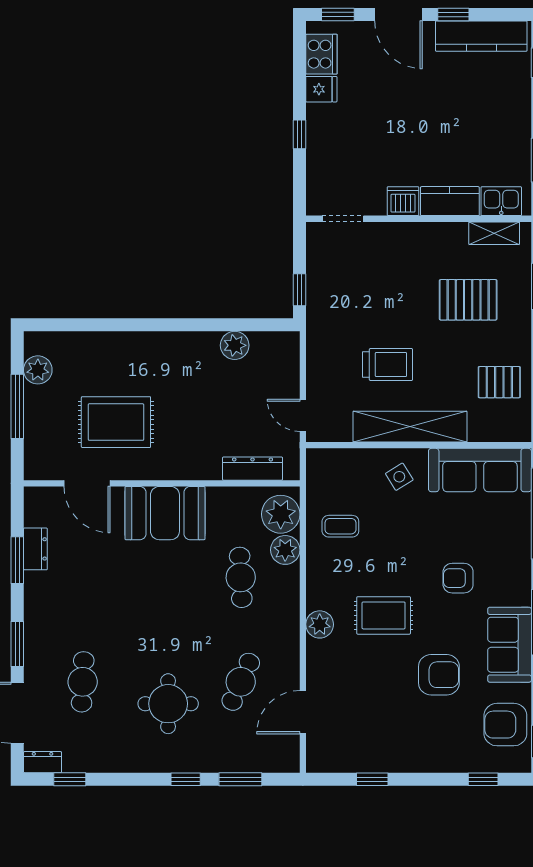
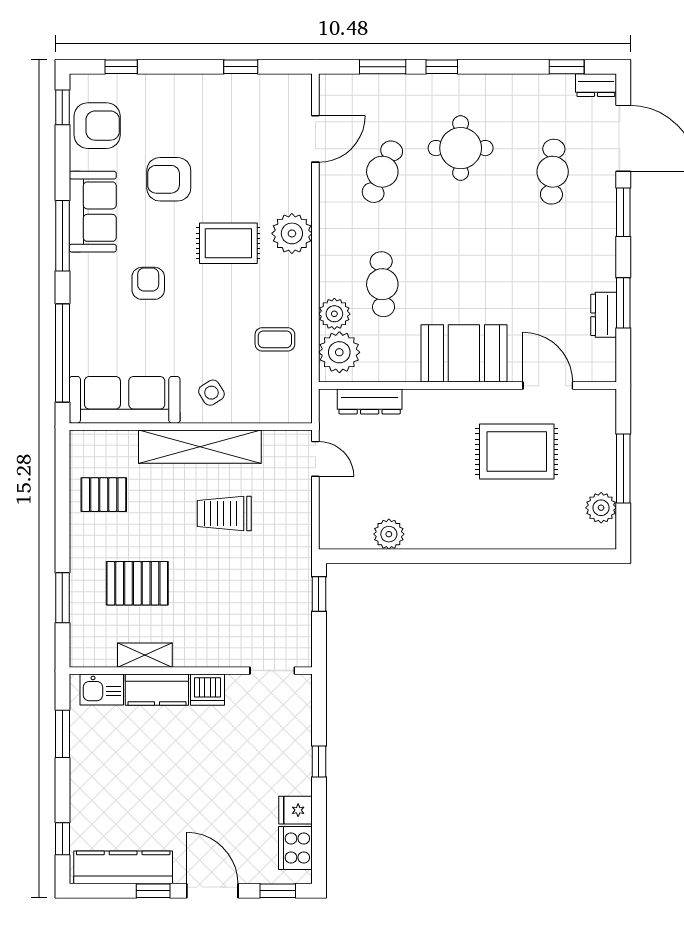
shelving: (494, 233) -> (145, 655), moved
armchair: (458, 578) -> (148, 283), turned -90
plant: (320, 624) -> (292, 233), width x1.36, depth x1.36

